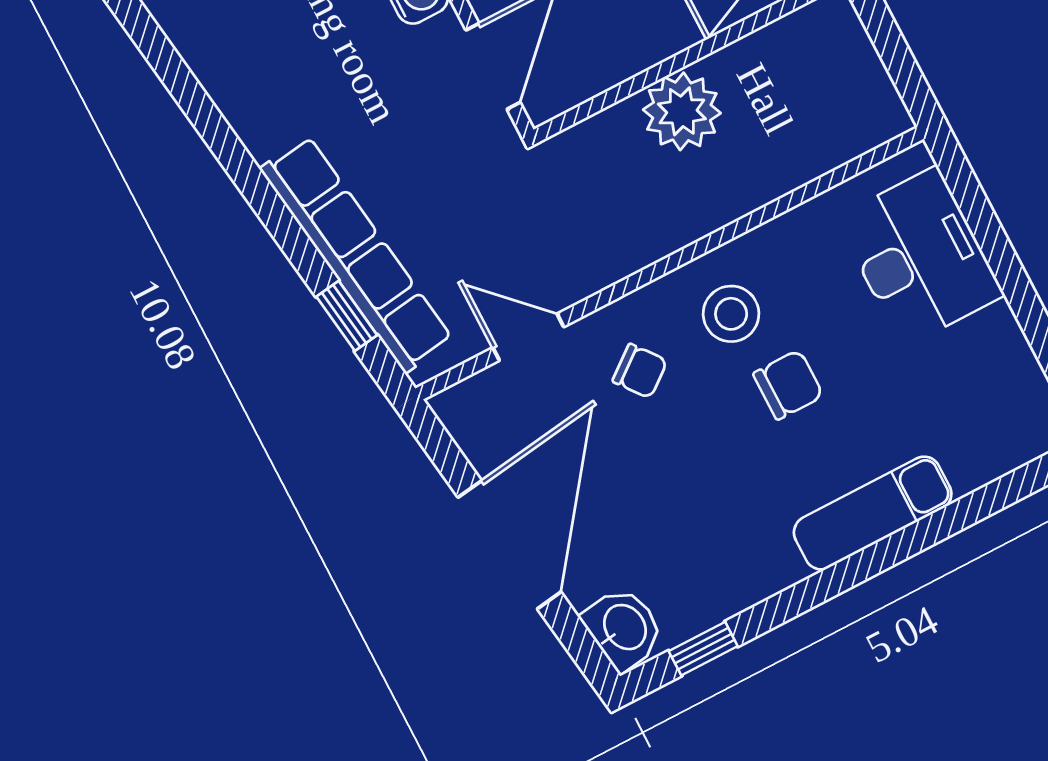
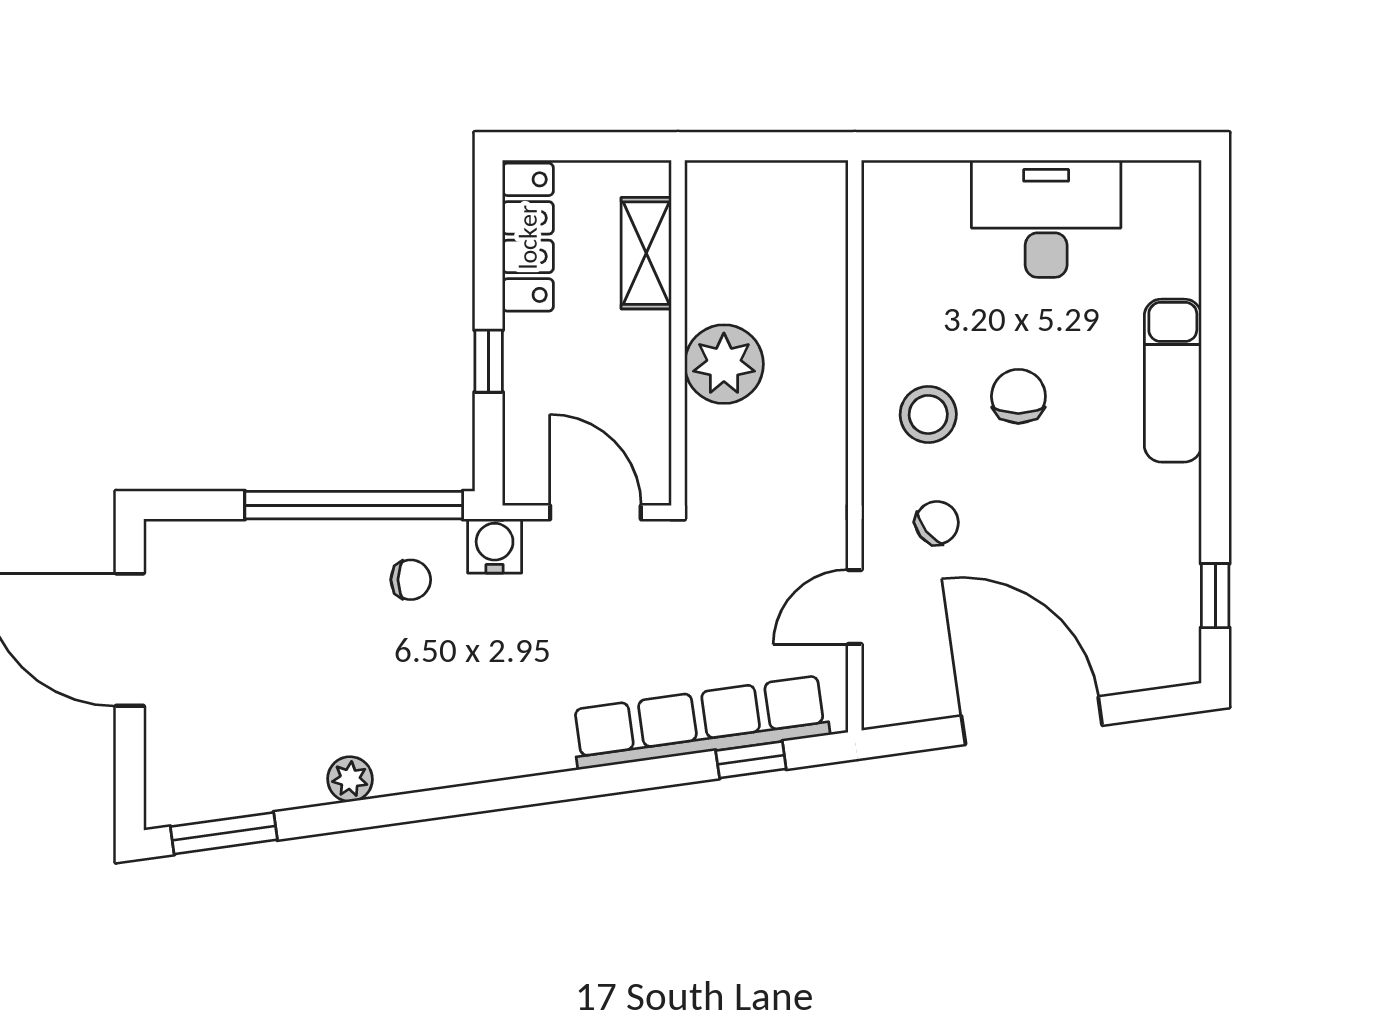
desk: (920, 257) -> (1046, 219), moved
washbasin: (624, 628) -> (1160, 657), removed

